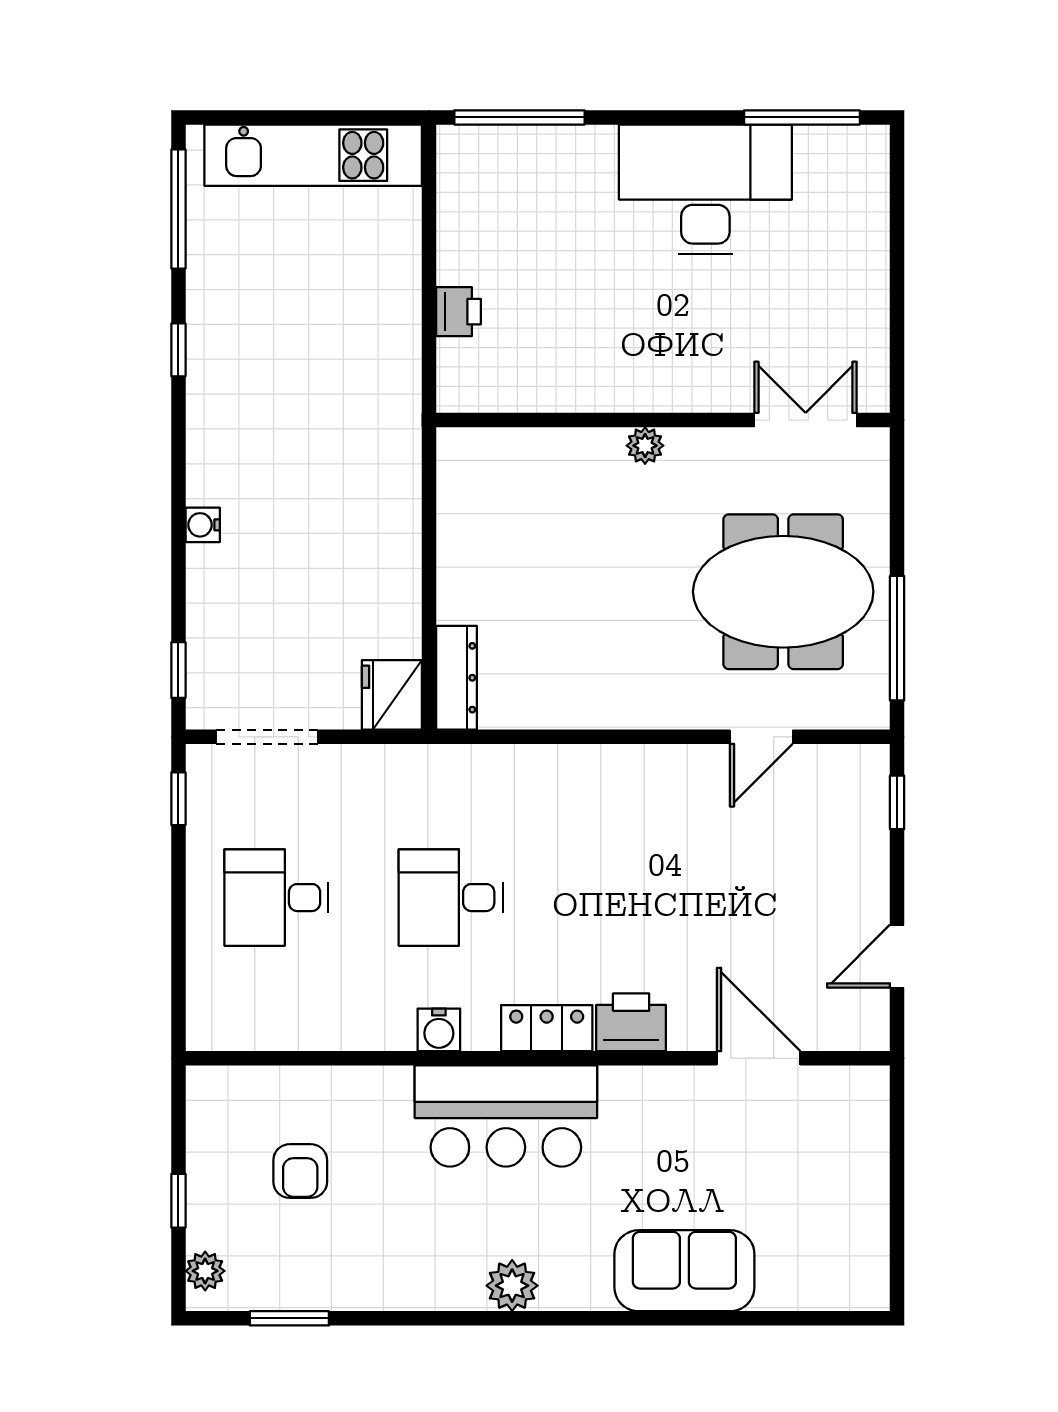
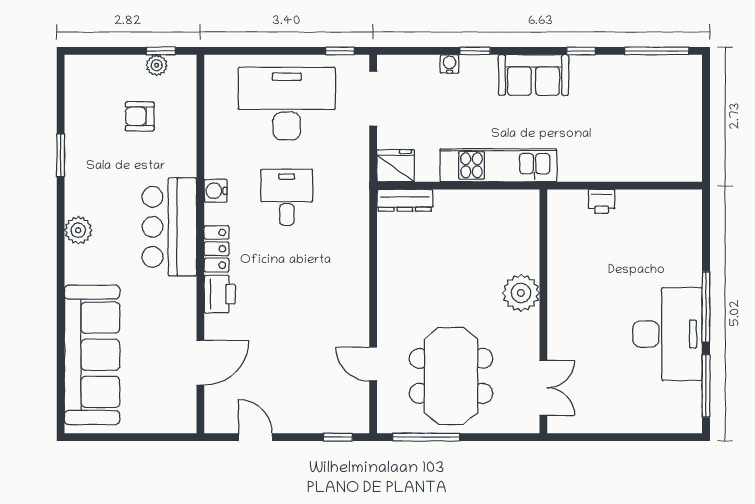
window: (519, 117) -> (706, 307), moved
kitchen unit: (313, 155) -> (498, 165), moved, turned 90
sofa: (223, 438) -> (533, 75), added
plant: (645, 446) -> (521, 293), width x1.88, depth x1.88
water cooler: (203, 525) -> (450, 64), moved
window: (178, 670) -> (475, 51), moved
desk: (276, 898) -> (287, 104), width x1.87, depth x1.30
window: (178, 1201) -> (161, 51), moved
plant: (205, 1271) -> (157, 65), moved
sofa: (684, 1271) -> (92, 355), width x1.85, depth x1.27
window: (289, 1318) -> (61, 155), moved

